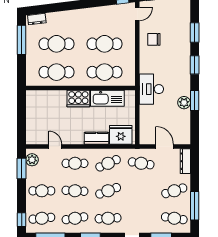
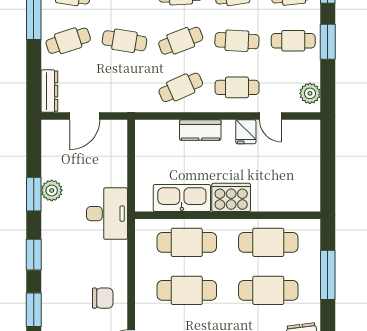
window: (22, 40) -> (328, 275), moved
fridge: (121, 135) -> (246, 132), moved, width x0.53, depth x0.75
door: (165, 146) -> (85, 116), hinge flipped
cafe table: (141, 163) -> (124, 41), moved
window: (22, 169) -> (328, 42), moved

